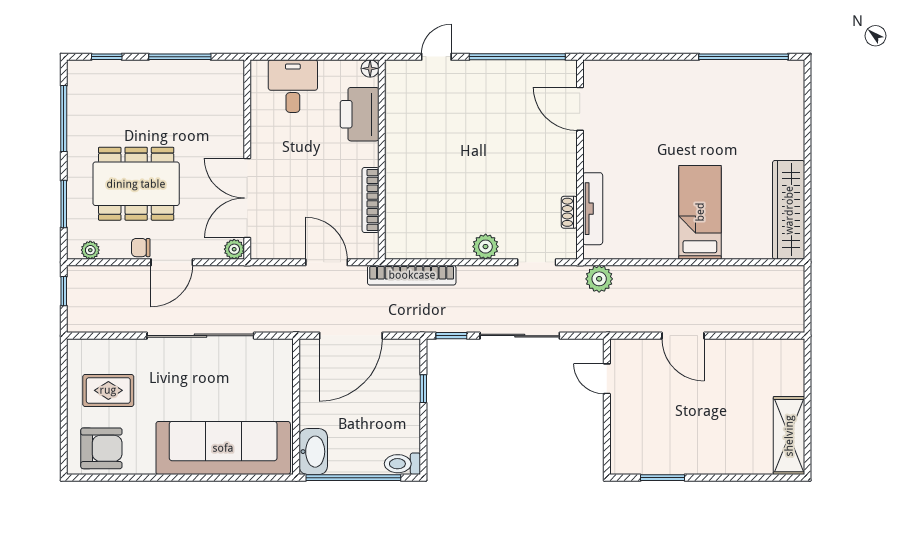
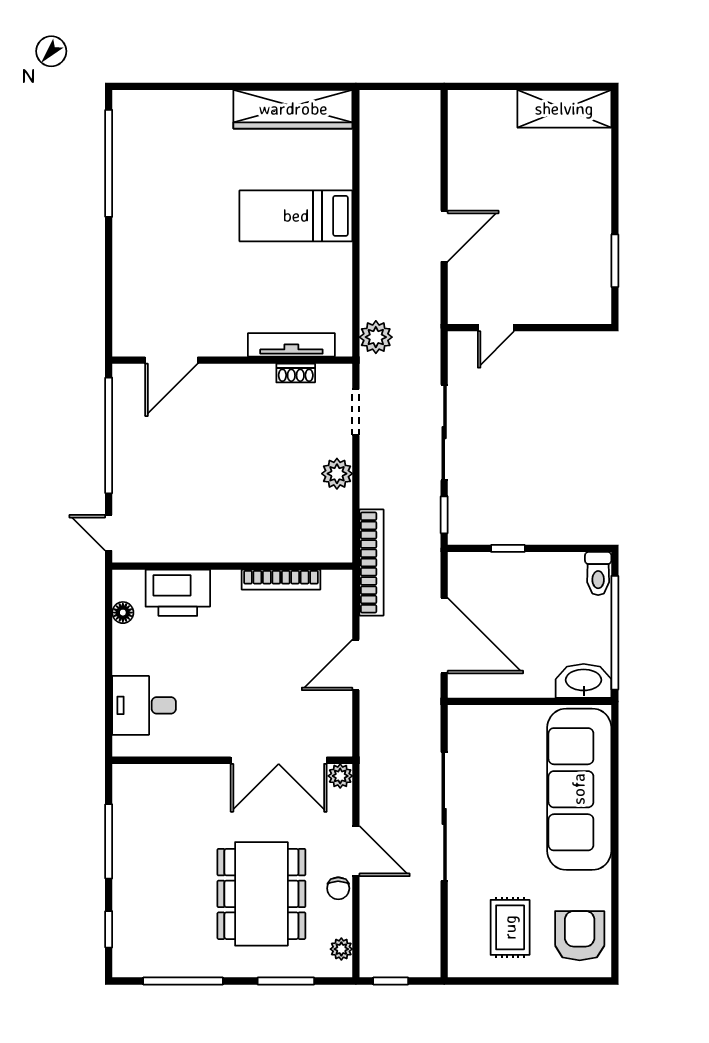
printer: (360, 114) -> (178, 593), moved
wall: (382, 160) -> (232, 566), moved
bookcase: (371, 200) -> (281, 580), moved

